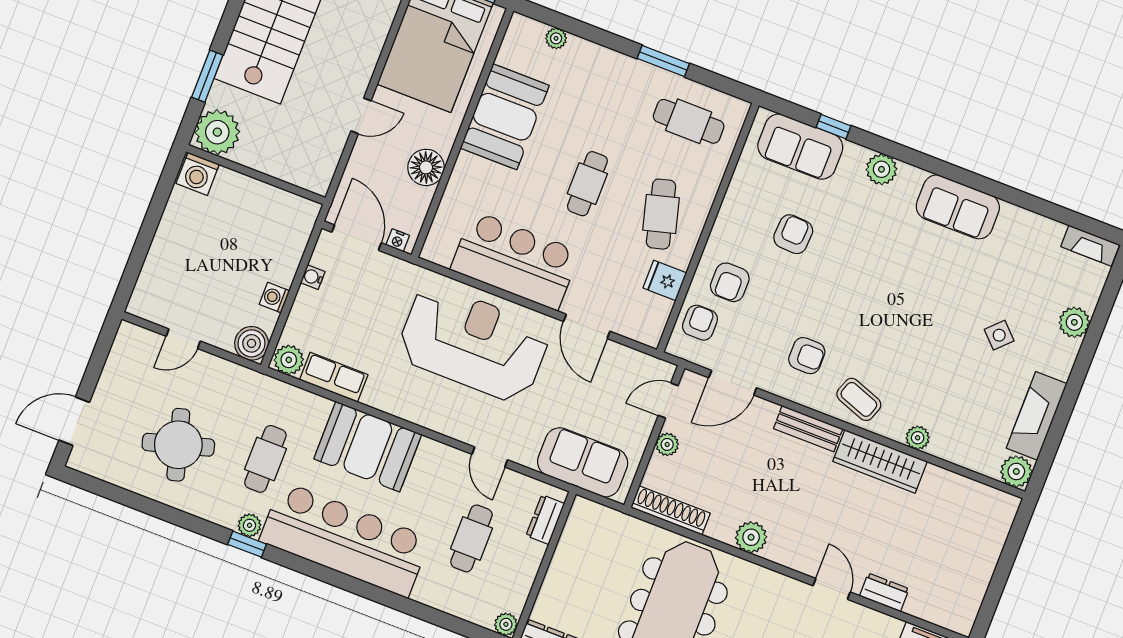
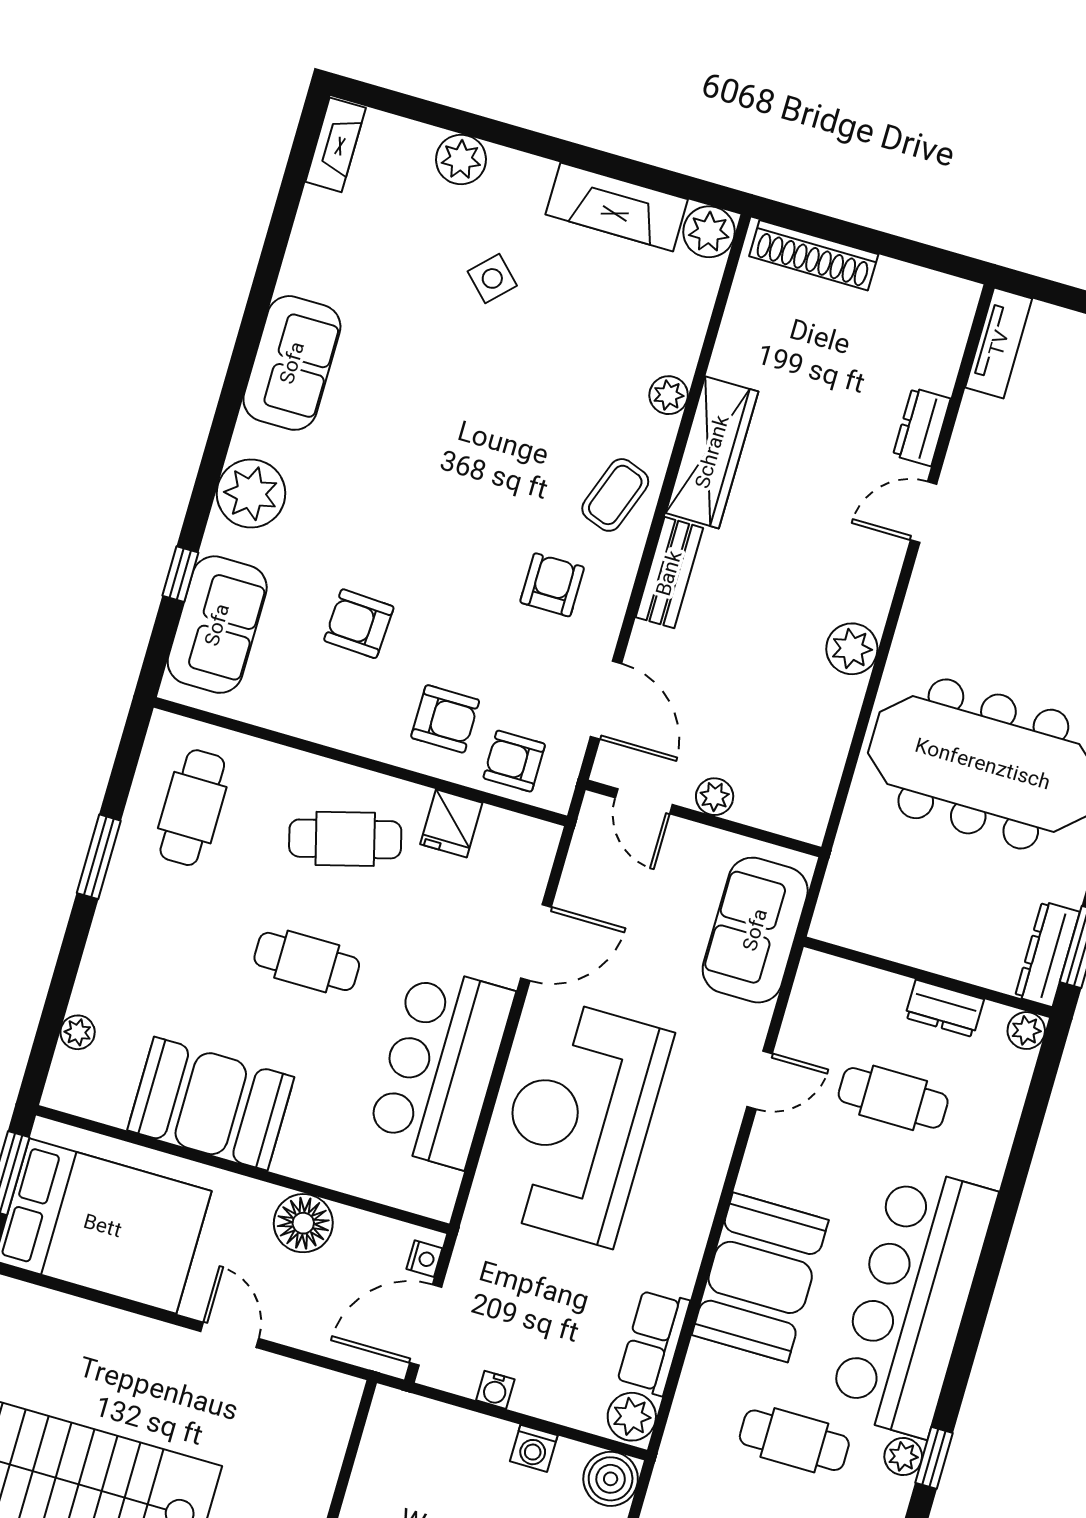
plant: (881, 169) -> (251, 493), width x1.36, depth x1.36
shoe rack: (670, 510) -> (814, 255), moved, turned -90
dresser: (545, 520) -> (944, 1008), moved

